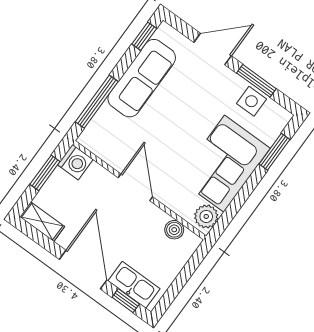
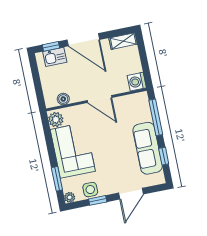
window: (144, 36) -> (164, 156), moved
window: (256, 81) -> (98, 200), width x0.67
plant: (283, 117) -> (70, 197), added
window: (45, 173) -> (145, 63), removed
kitchen sink: (134, 285) -> (55, 57), width x0.73

